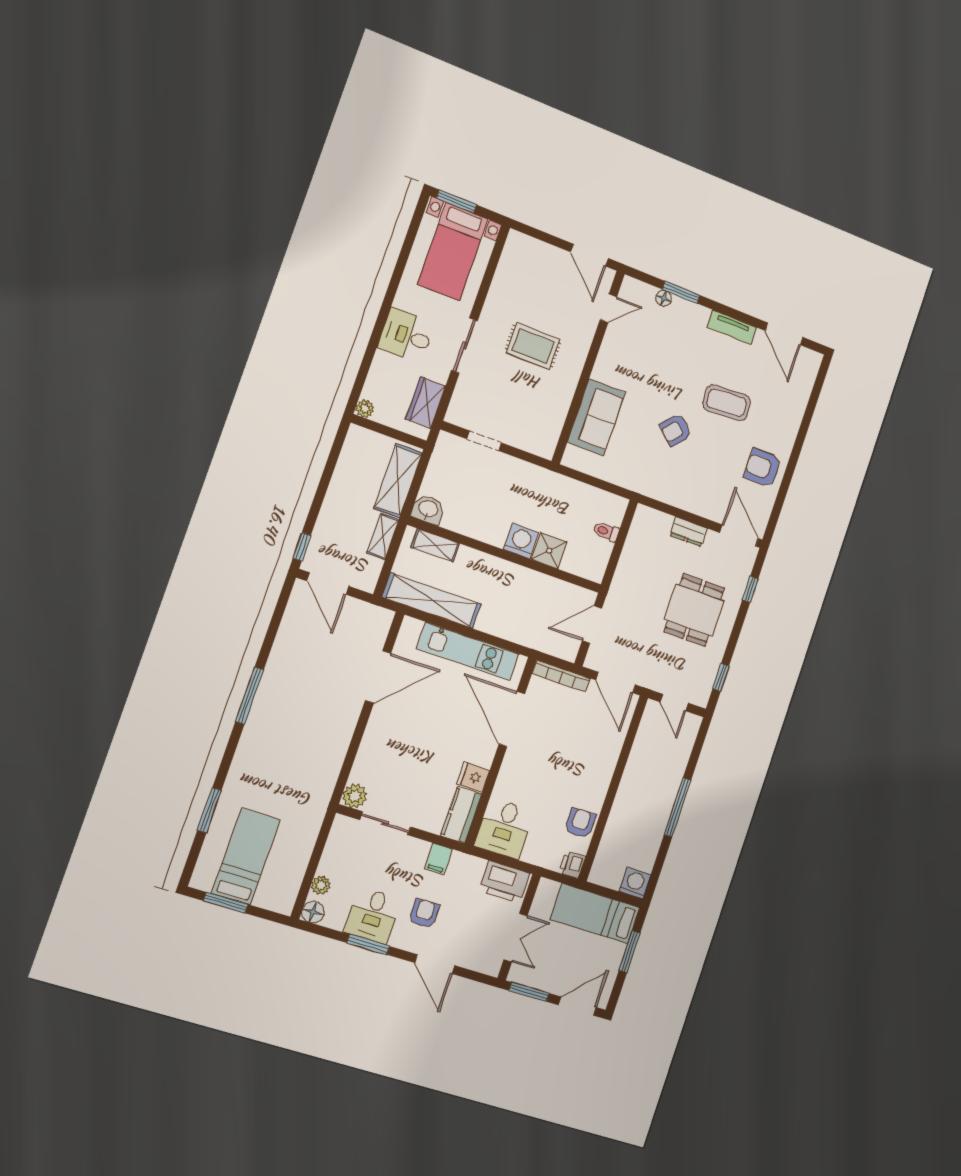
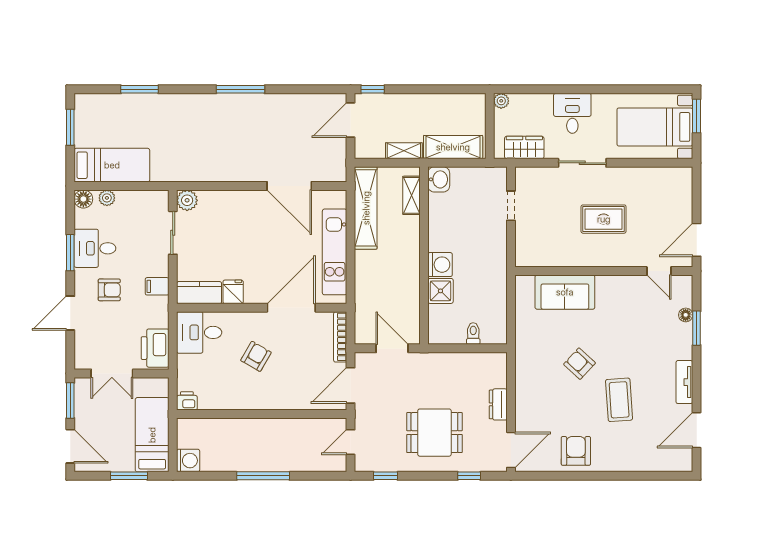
rug: (533, 346) -> (604, 219), turned 90
armchair: (580, 823) -> (256, 356), moved, turned -60
bed: (246, 856) -> (112, 165), moved

